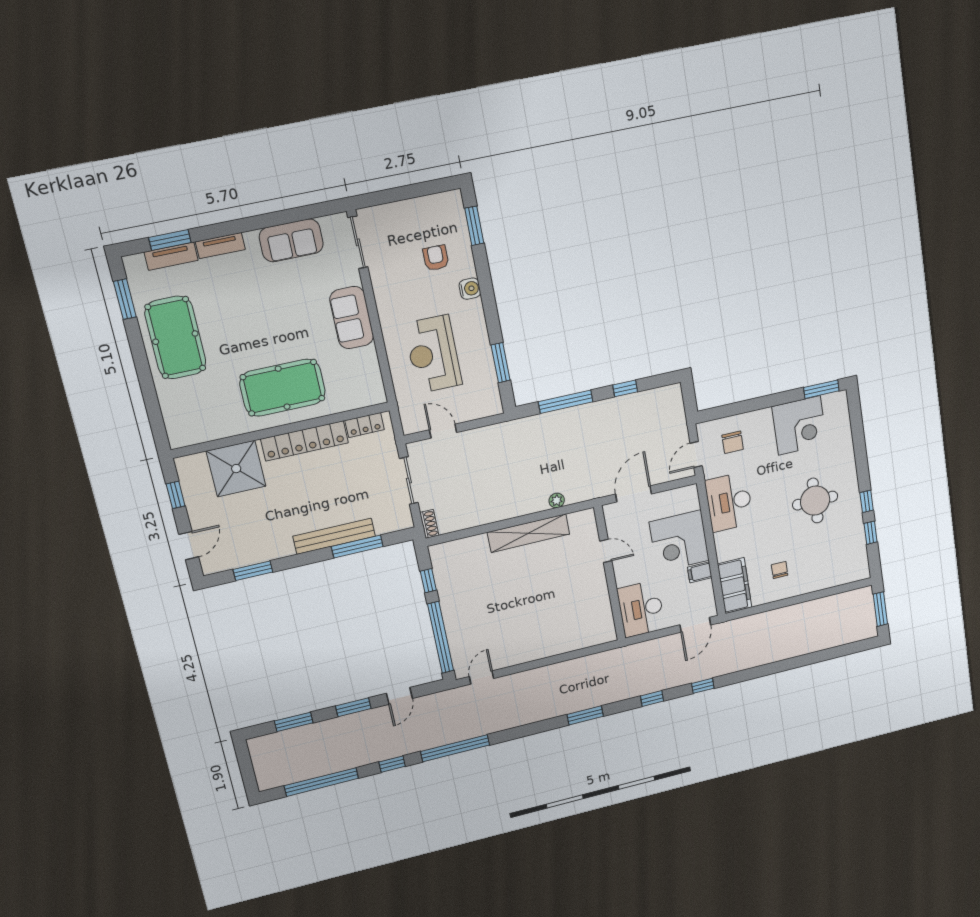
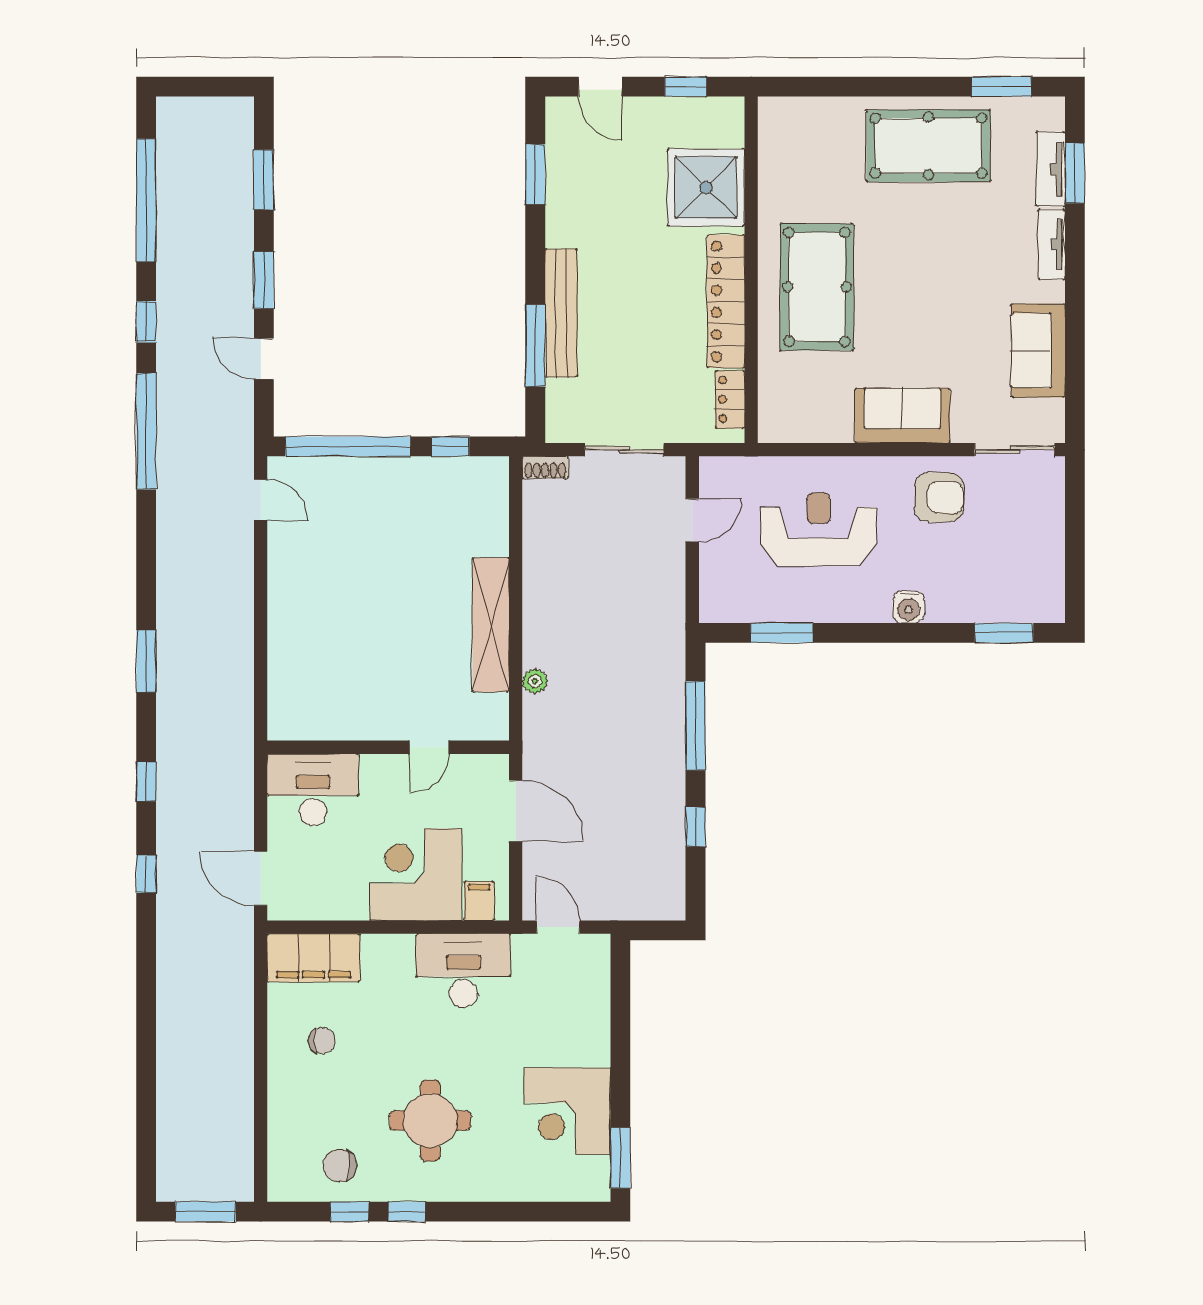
armchair: (436, 258) -> (939, 497), moved, width x1.38, depth x1.38
chair: (733, 442) -> (340, 1166), moved
filing cabinet: (700, 572) -> (479, 901), moved

